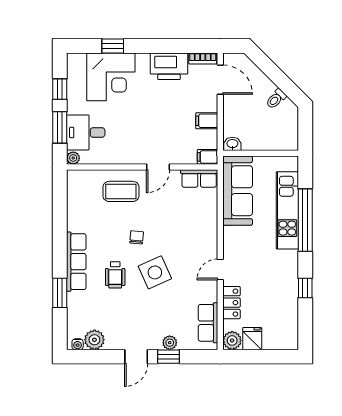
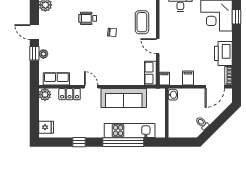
sofa: (238, 191) -> (124, 98), moved
side table: (155, 272) -> (89, 44), removed
fridge: (252, 339) -> (46, 127), moved

